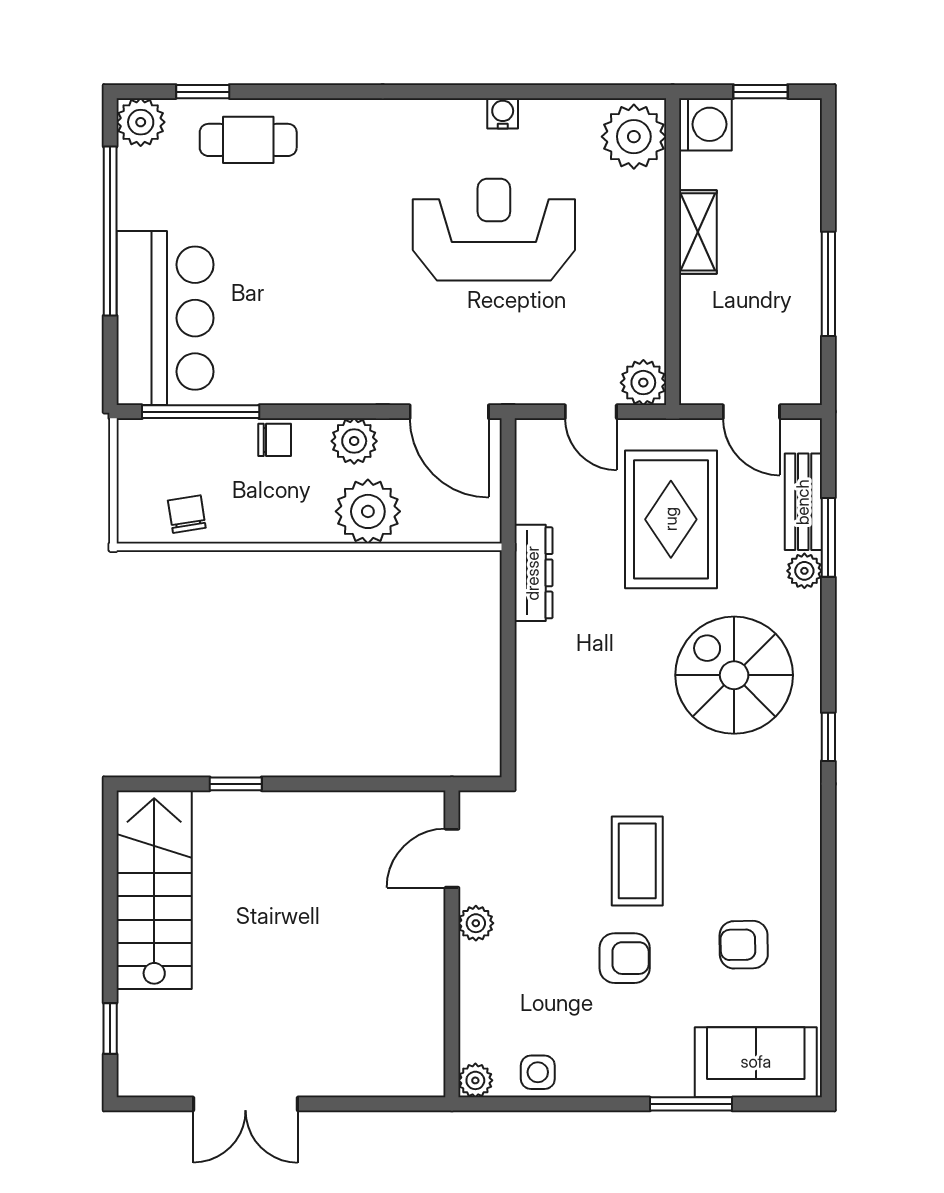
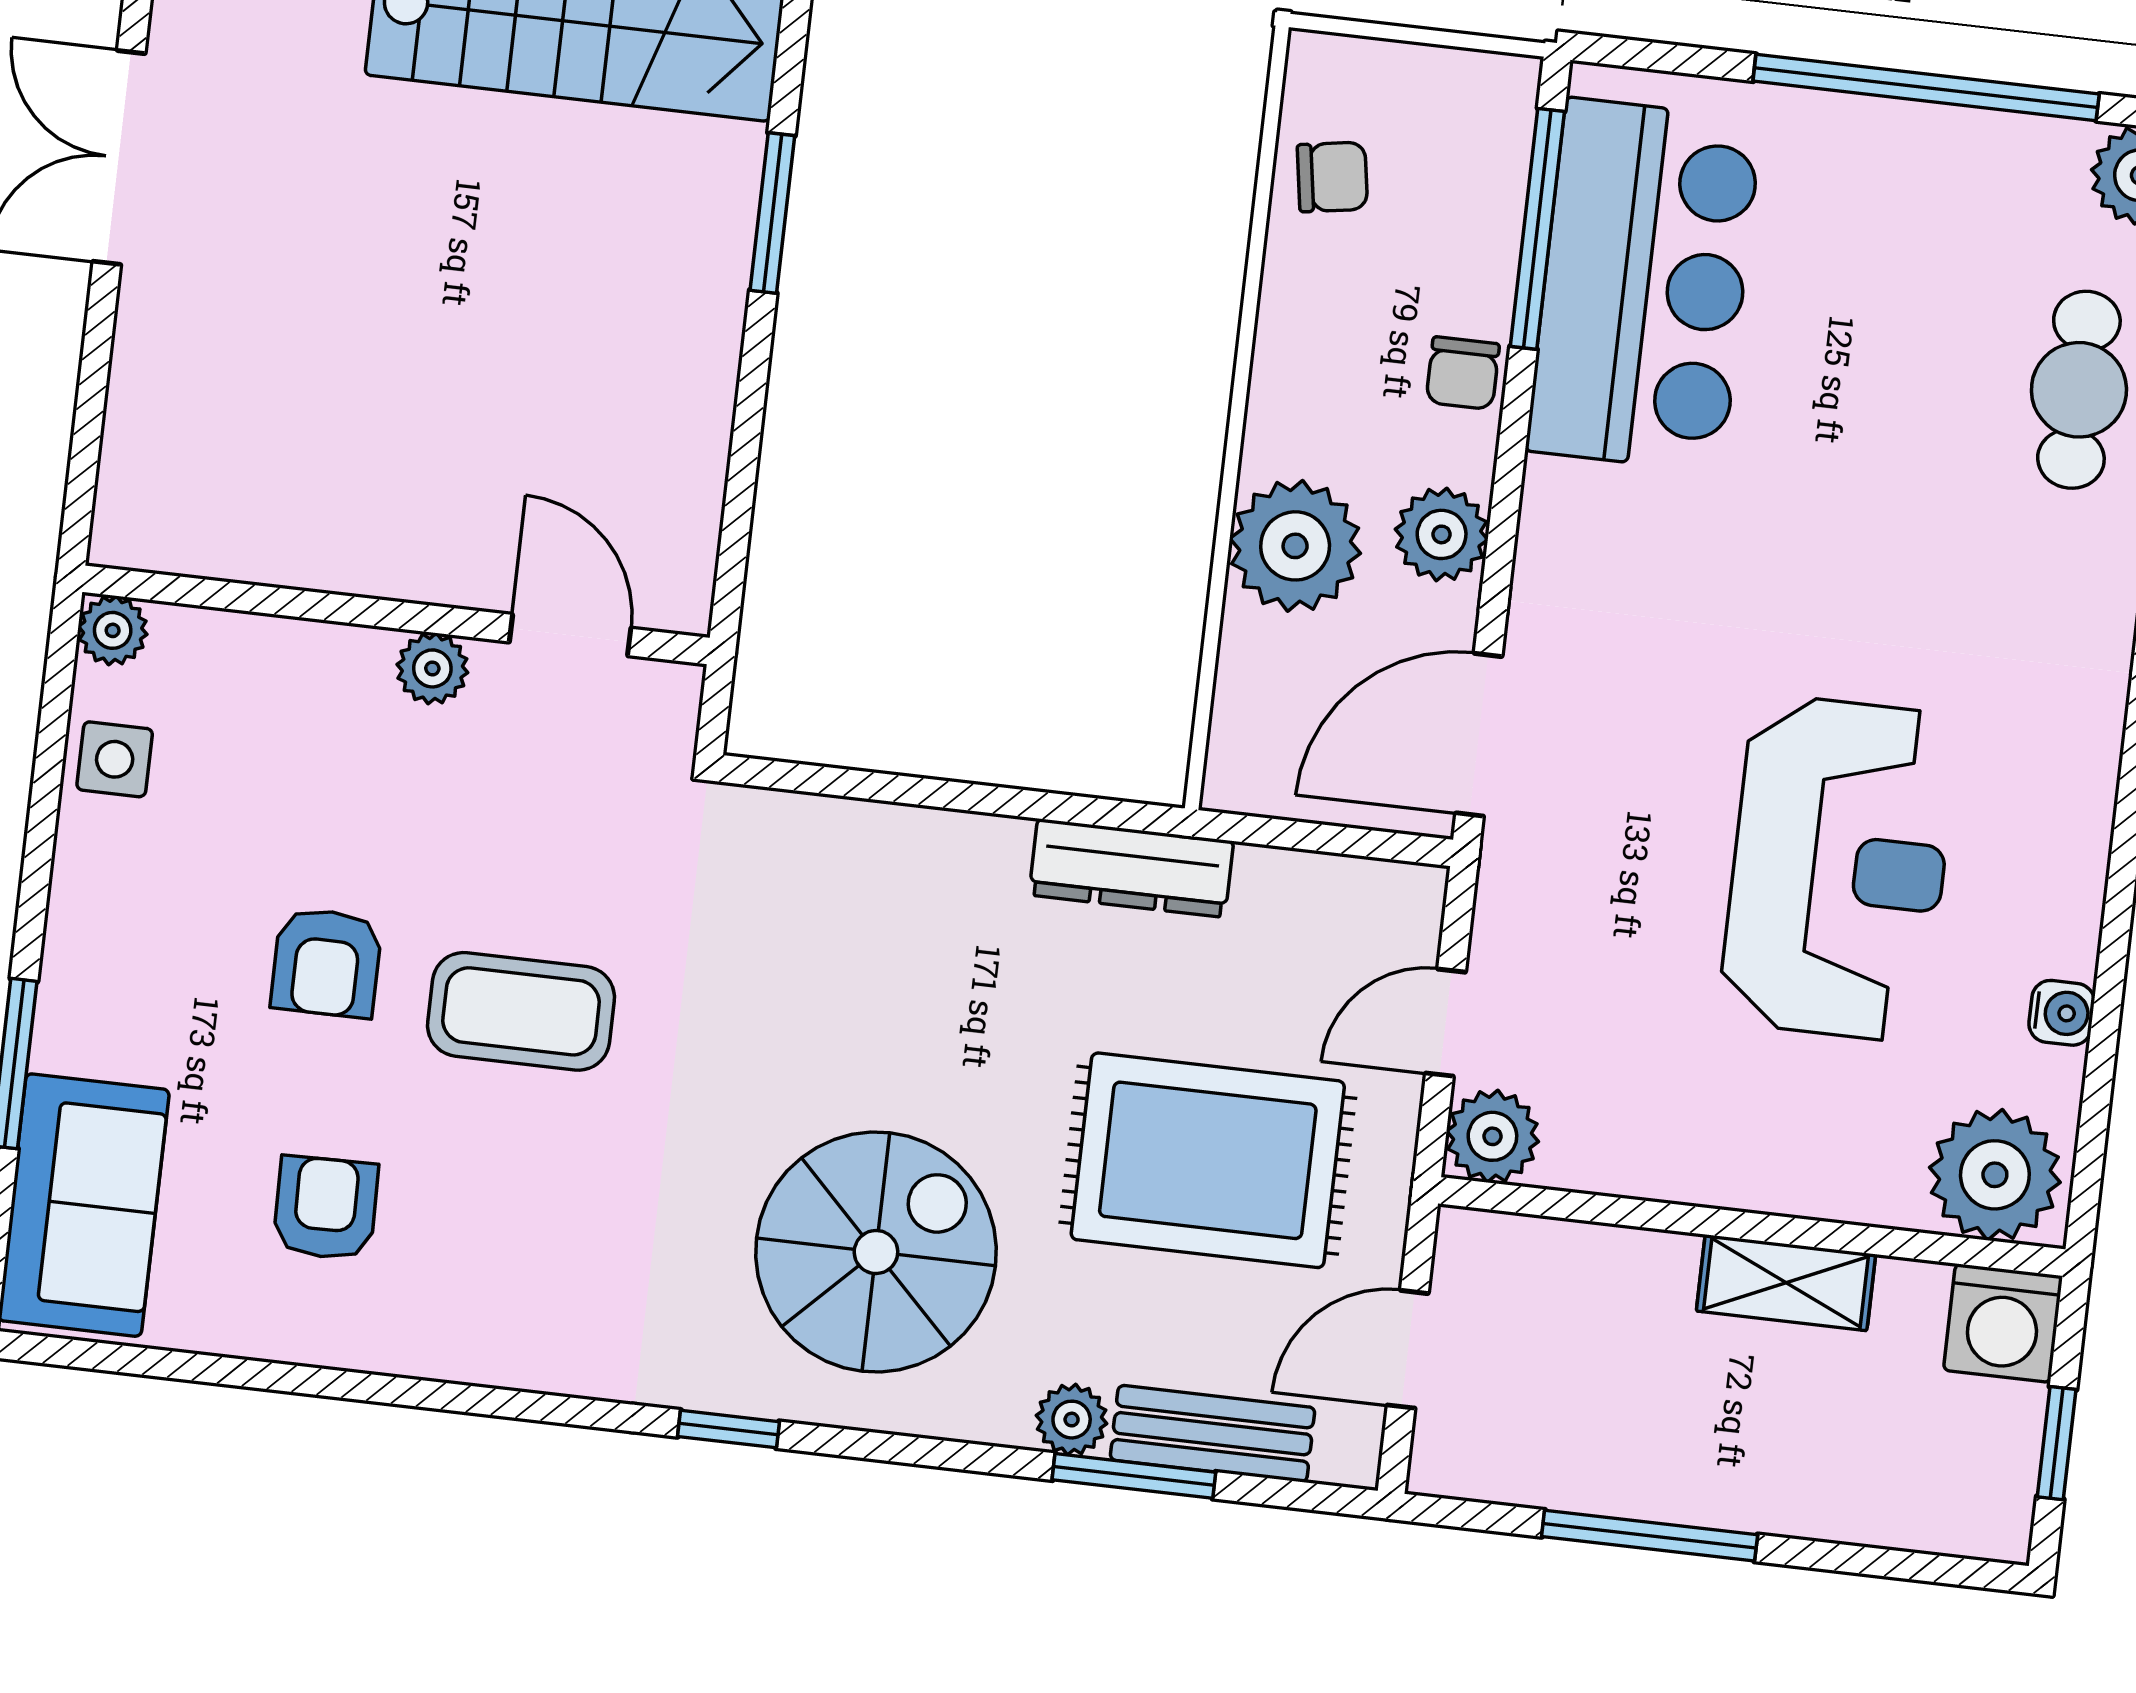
water cooler: (503, 113) -> (2062, 1013), moved
bar counter: (165, 318) -> (1644, 285), moved, turned -90
window: (236, 784) -> (772, 213), width x1.50

